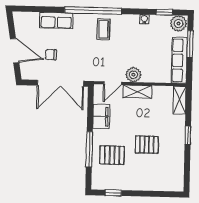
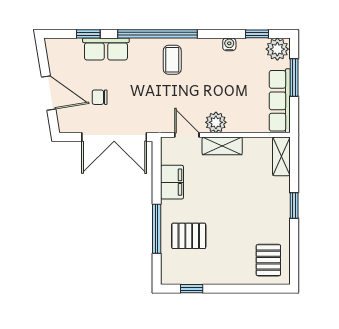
window: (44, 9) -> (88, 34), added
door: (113, 83) -> (187, 135), swing flipped
pallet: (147, 145) -> (268, 260), moved, turned 90

